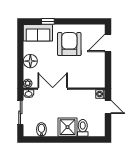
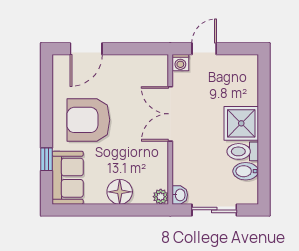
door: (108, 43) -> (86, 49), hinge flipped
double door: (53, 89) -> (170, 114), moved
toilet: (83, 128) -> (243, 151), moved

